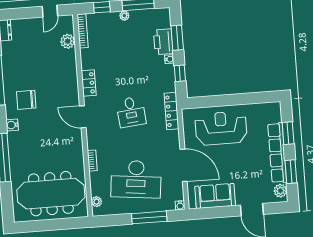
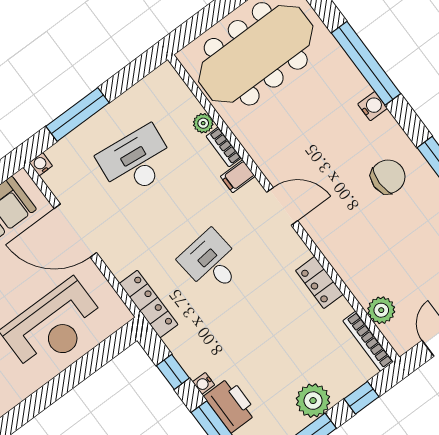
plant: (124, 16) -> (313, 401), width x1.87, depth x1.87
locker: (89, 83) -> (319, 282), moved
water cooler: (12, 125) -> (373, 106), moved
filing cabinet: (94, 143) -> (238, 176), added
desk: (136, 179) -> (136, 161), width x0.73, depth x0.77
plant: (96, 202) -> (203, 123), moved

